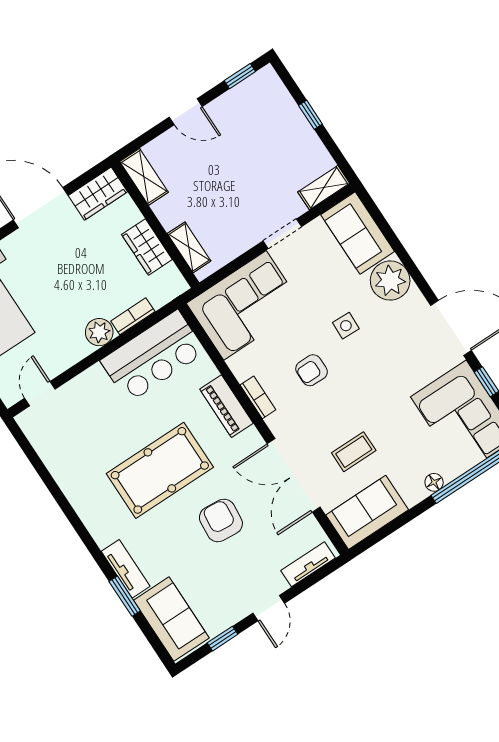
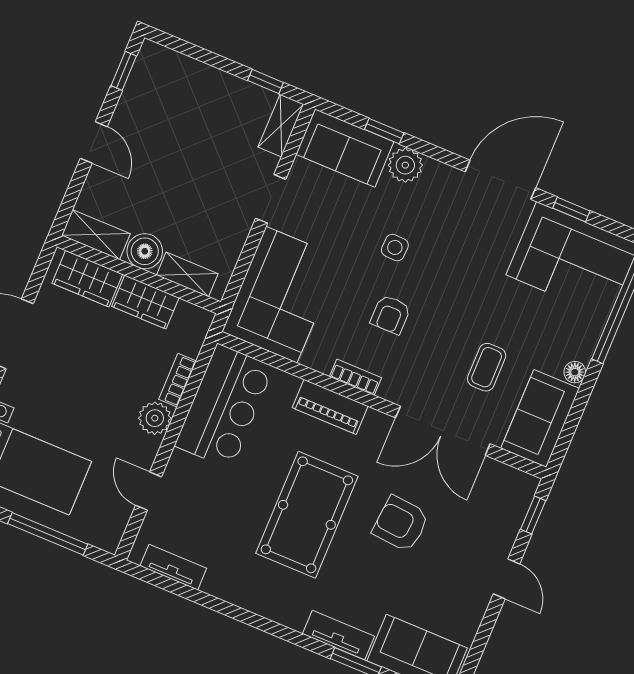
door: (186, 112) -> (94, 142), hinge flipped
window: (310, 115) -> (265, 82), moved
wardrobe: (98, 194) -> (87, 279), moved, turned 90
boiler: (170, 211) -> (145, 251), added
window: (393, 240) -> (384, 131), added
plant: (390, 281) -> (405, 165), width x0.73, depth x0.73
door: (40, 394) -> (148, 491), moved
floor lamp: (434, 482) -> (575, 372), moved
tv unit: (308, 564) -> (173, 567), moved, turned 90
window: (223, 639) -> (533, 515), moved

